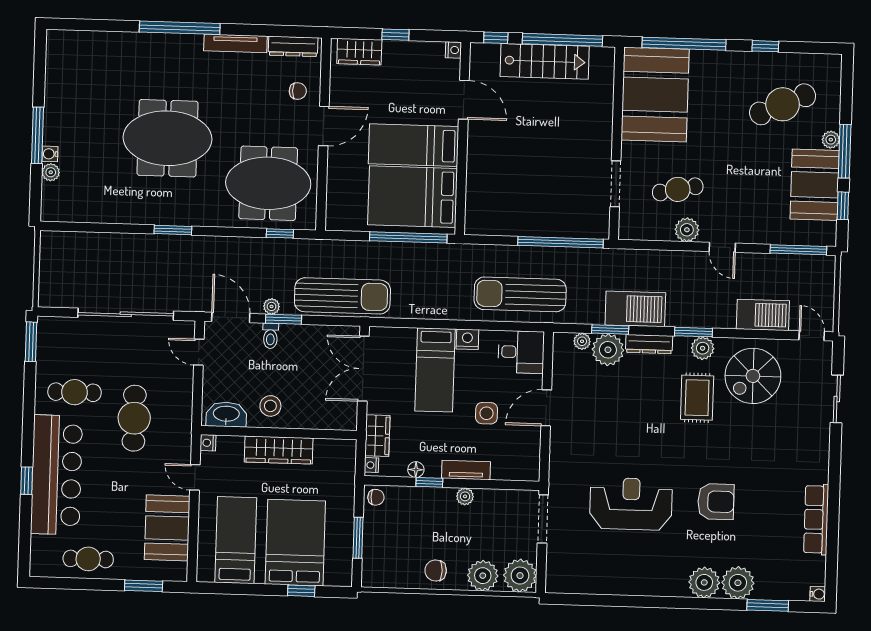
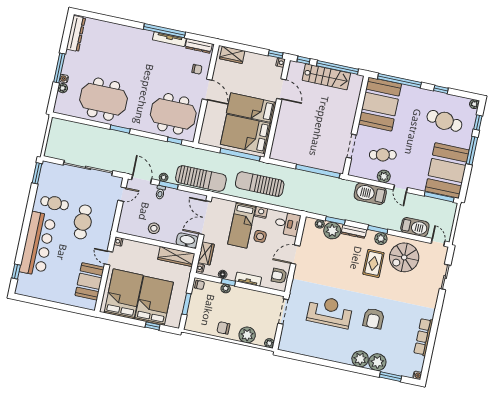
window: (180, 28) -> (164, 31), moved
window: (395, 35) -> (276, 54), moved
dresser: (57, 65) -> (76, 33), added
cafe table: (783, 104) -> (444, 121), turned 33
door: (324, 126) -> (207, 90), hinge flipped
meeting table: (168, 138) -> (103, 99), moved
plant: (831, 140) -> (474, 104), moved
booth: (815, 185) -> (447, 170), width x1.36, depth x1.42
window: (843, 206) -> (478, 122), moved
sun lounger: (520, 294) -> (260, 184), moved
barbecue: (635, 309) -> (370, 194), moved, turned 180
door: (199, 352) -> (122, 194), swing flipped
side table: (487, 413) -> (260, 236), moved
washbasin: (226, 414) -> (187, 241), moved
wardrobe: (279, 450) -> (176, 256), moved
armchair: (523, 453) -> (279, 276), added
window: (27, 481) -> (16, 272), moved
plant: (465, 496) -> (226, 288), moved
armchair: (716, 502) -> (374, 318), turned 90
bed: (236, 540) -> (124, 294), width x1.50
cafe table: (88, 559) -> (46, 290), removed
plant: (520, 576) -> (269, 343), width x0.53, depth x0.53
window: (144, 586) -> (72, 309), removed

